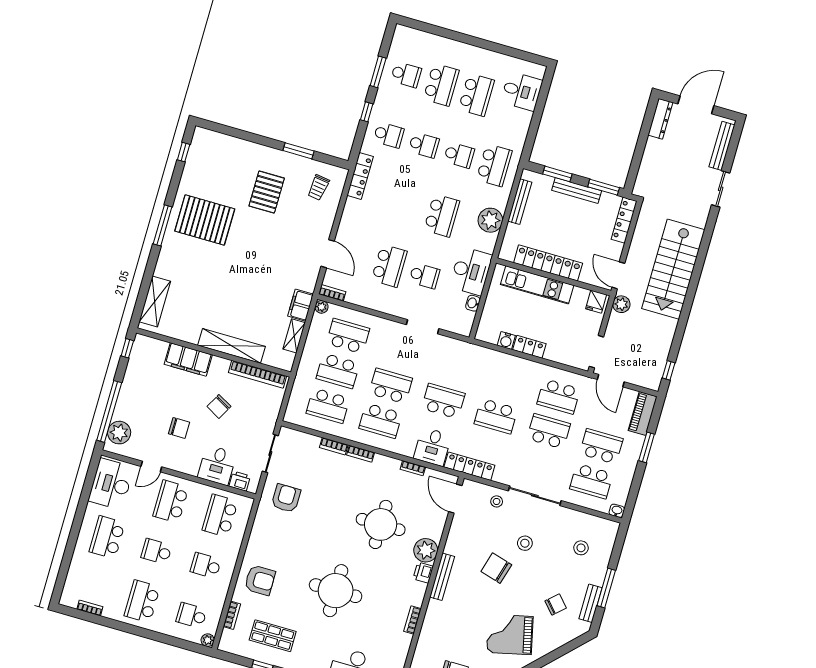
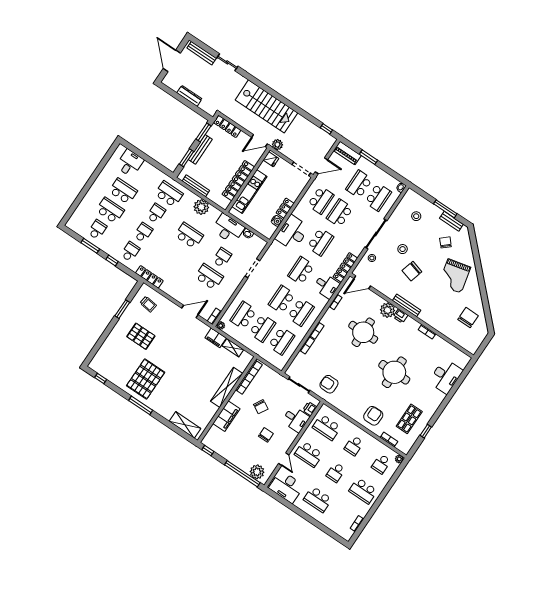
dresser: (660, 119) -> (189, 96), moved
desk: (496, 369) -> (292, 233), added

